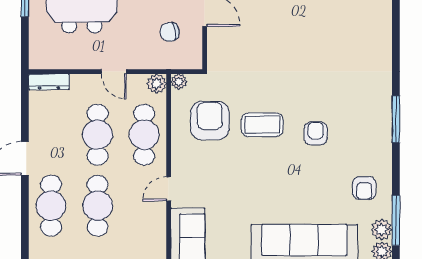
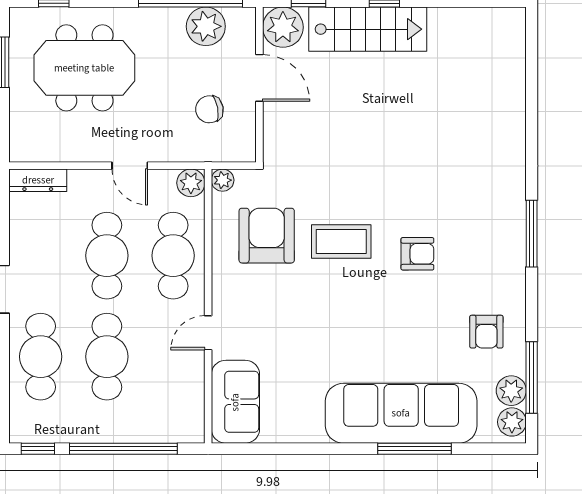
armchair: (316, 133) -> (417, 254), turned 90

